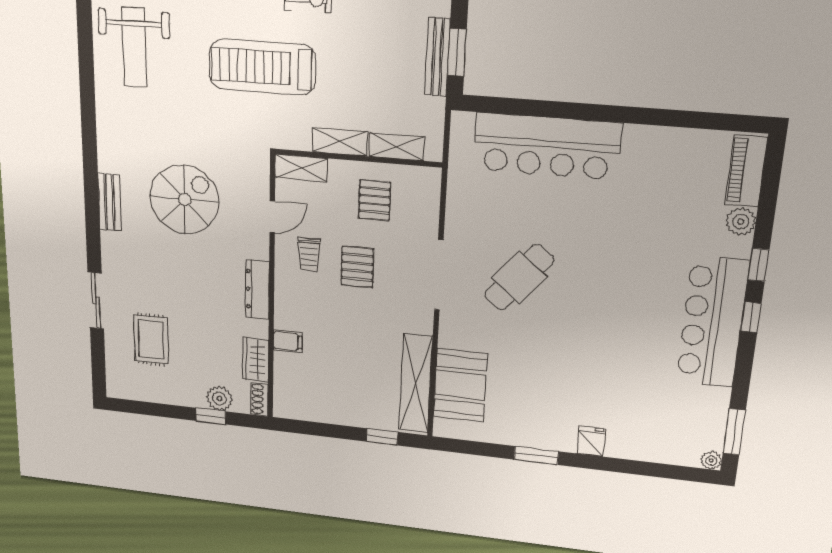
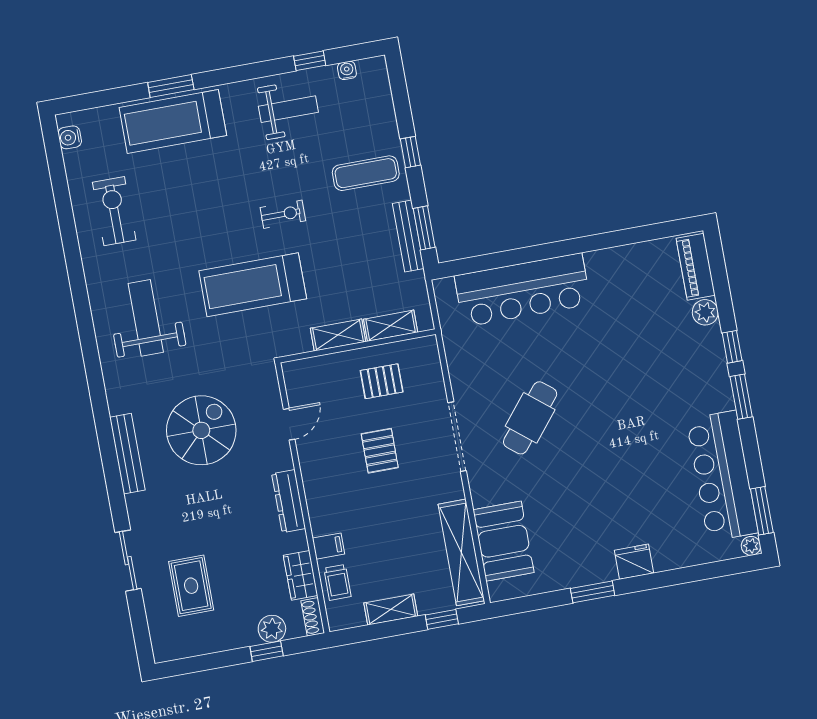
weight bench: (134, 47) -> (146, 318), moved, turned 180
shelving: (301, 168) -> (391, 609), moved
pallet: (374, 200) -> (382, 381), turned 90
bench: (109, 202) -> (127, 454), width x1.36
trolley: (309, 254) -> (337, 582), moved
window: (751, 317) -> (741, 397), width x1.50
bar counter: (712, 322) -> (722, 476), moved
fridge: (591, 441) -> (634, 562), width x1.38

